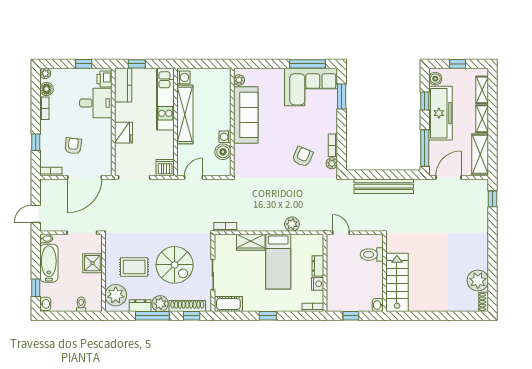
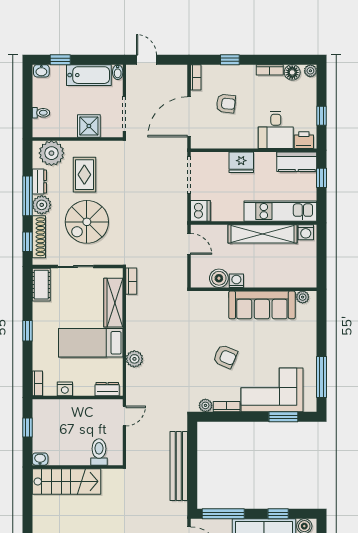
corner sofa: (311, 87) -> (272, 390), moved, turned 90
armchair: (303, 157) -> (225, 357), moved
door: (85, 177) -> (189, 117), hinge flipped
wardrobe: (251, 242) -> (113, 303), width x1.50
dresser: (318, 266) -> (107, 389), moved

